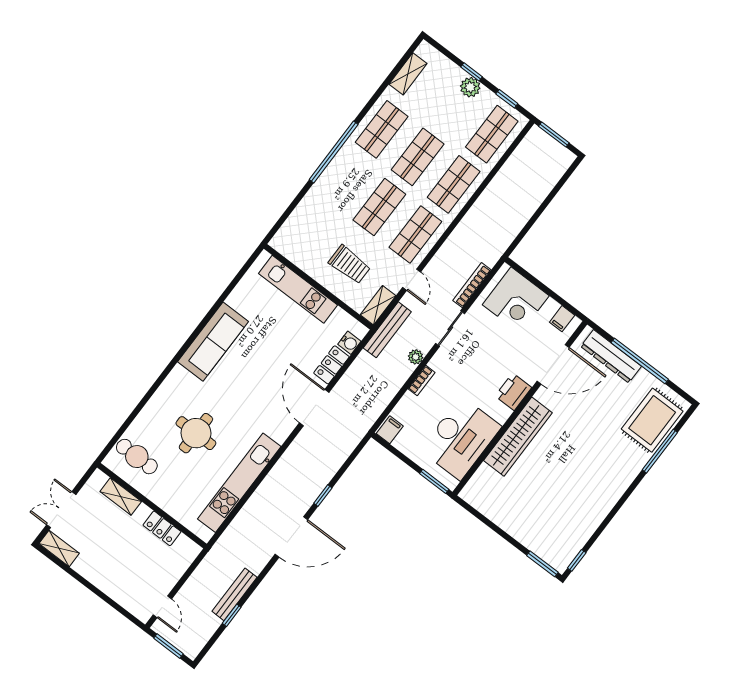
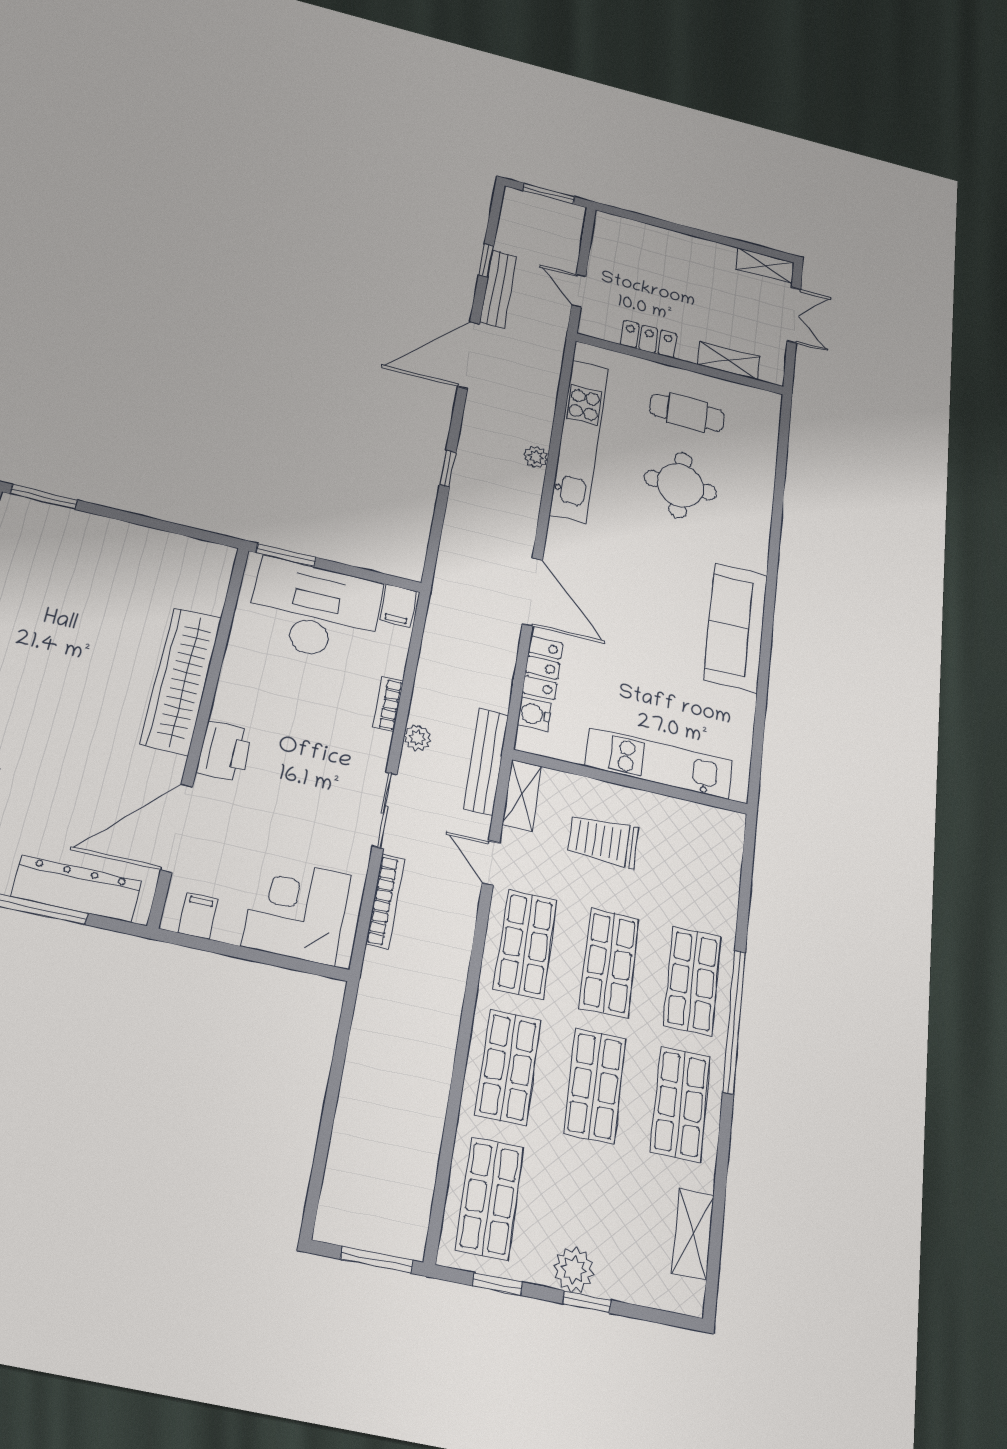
shop shelf: (343, 180) -> (692, 981), added
desk: (461, 438) -> (315, 611), moved, turned 90
cafe table: (137, 457) -> (687, 413), moved
plant: (270, 483) -> (536, 457), added
door: (291, 537) -> (469, 355), moved
door: (162, 607) -> (579, 291), moved

